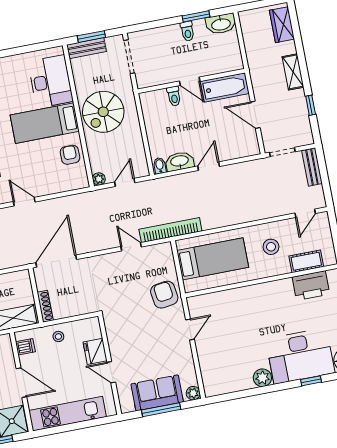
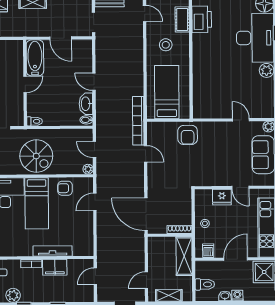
toilet: (174, 96) -> (34, 121), moved
door: (255, 115) -> (61, 38), hinge flipped
door: (24, 202) -> (95, 202), moved
door: (131, 247) -> (146, 154), swing flipped
armchair: (164, 295) -> (188, 135), turned -82
door: (190, 330) -> (241, 120), moved
door: (111, 372) -> (240, 187), hinge flipped

